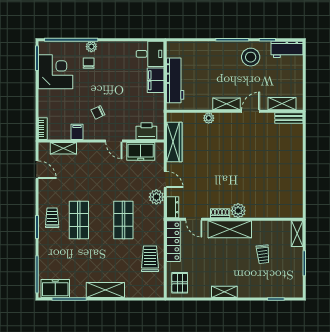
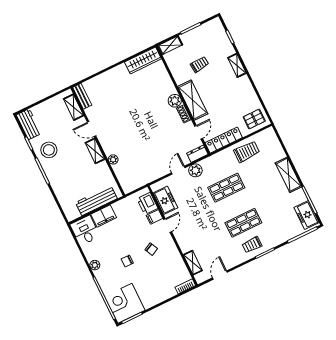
plant: (91, 47) -> (95, 265), moved
chair: (89, 63) -> (127, 261), moved
corner desk: (56, 72) -> (125, 303), moved
filing cabinet: (77, 132) -> (155, 217), moved
wardrobe: (174, 142) -> (143, 60), moved, turned 180
trolley: (150, 259) -> (247, 152), turned 180
shelving: (224, 292) -> (237, 65), moved

